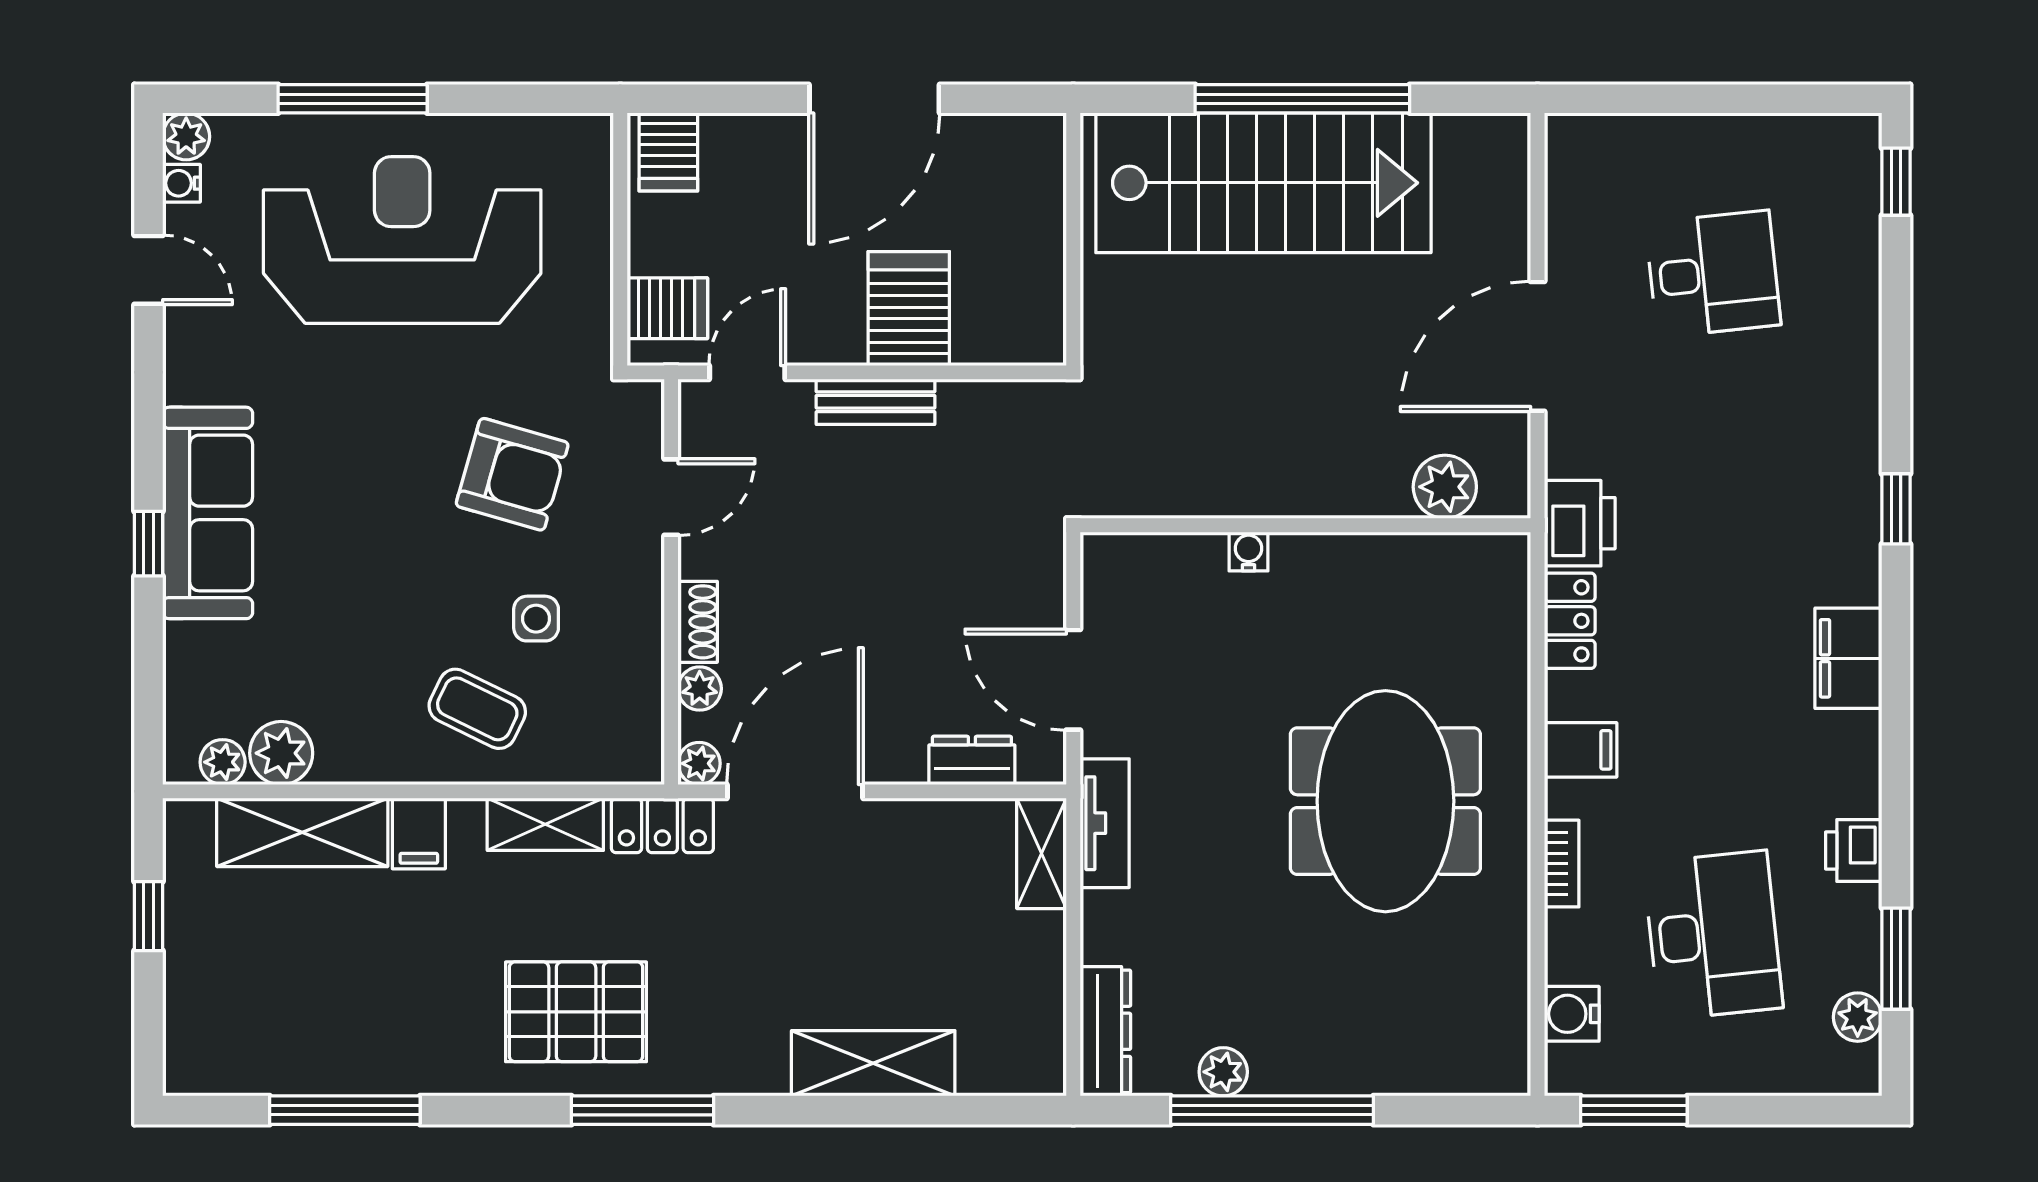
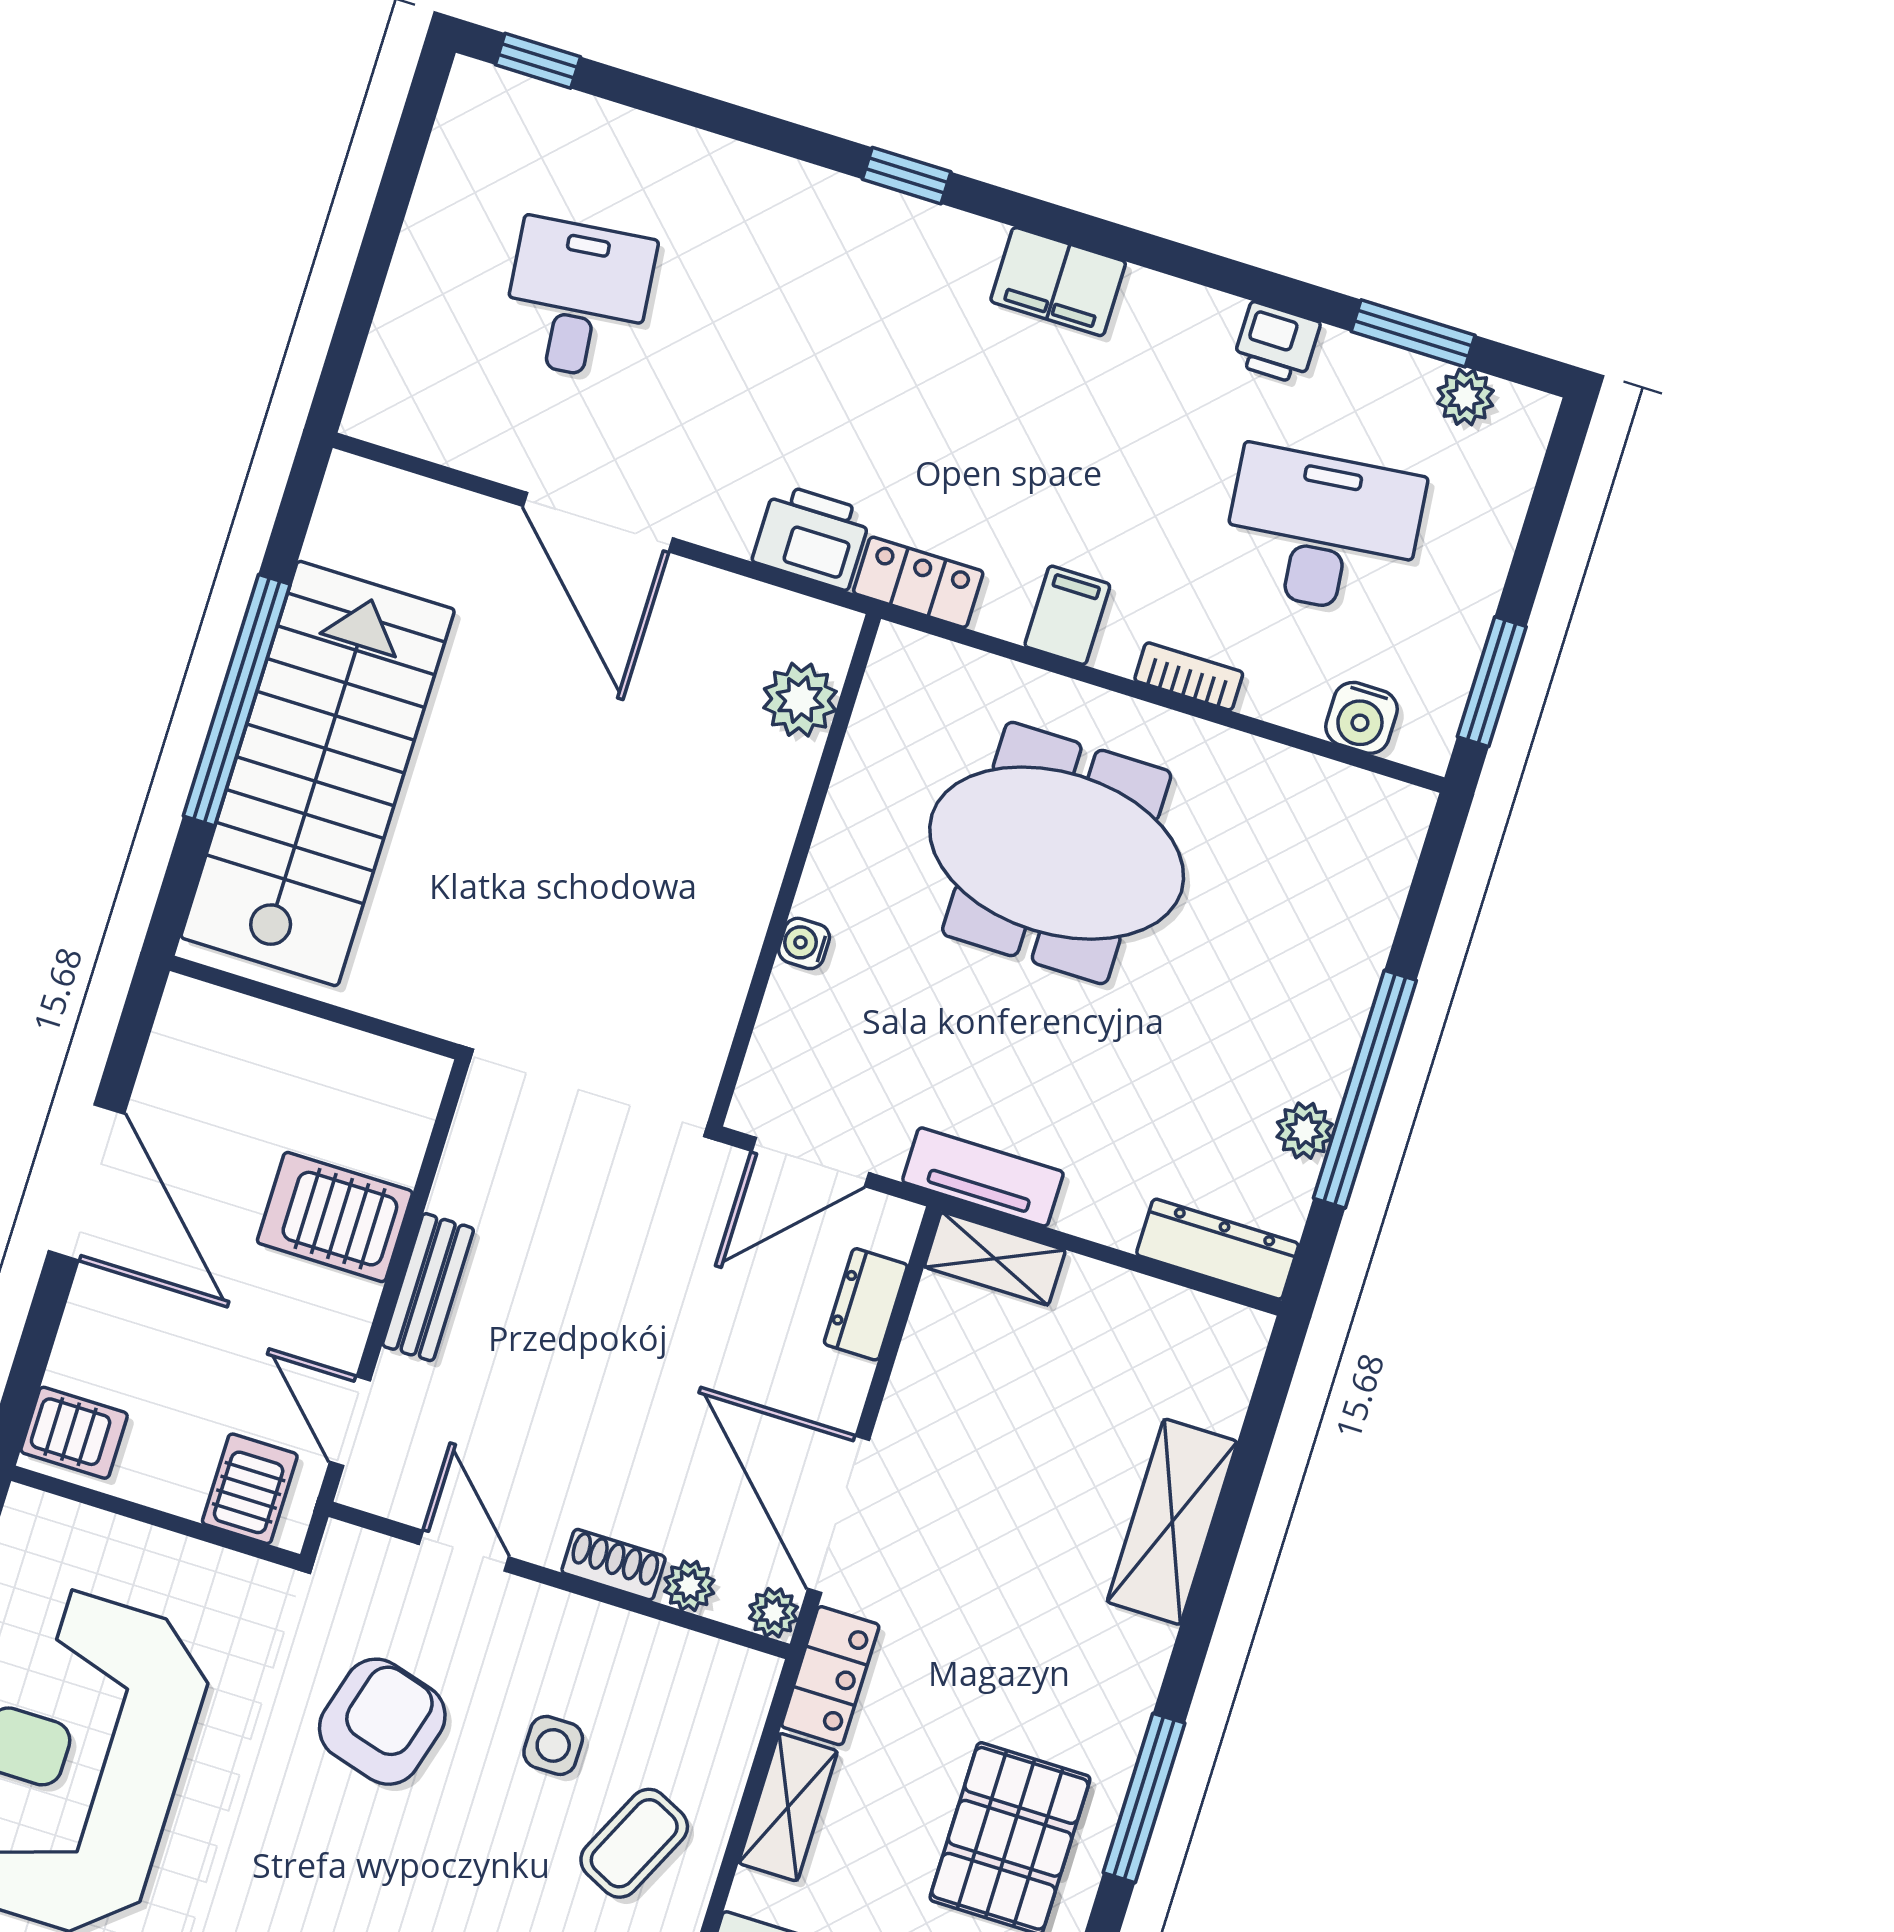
plant: (1445, 487) -> (800, 700), moved
wall: (1305, 525) -> (794, 870), moved
water cooler: (1248, 551) -> (804, 943), moved

